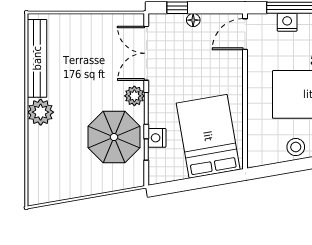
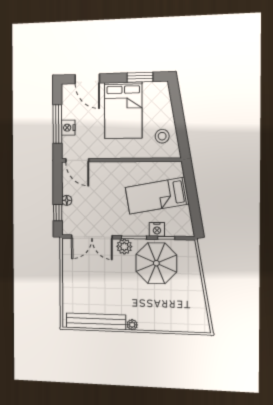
plant: (41, 112) -> (132, 325), width x0.53, depth x0.53
bed: (208, 136) -> (157, 196), width x0.67
stool: (296, 147) -> (162, 136), moved

